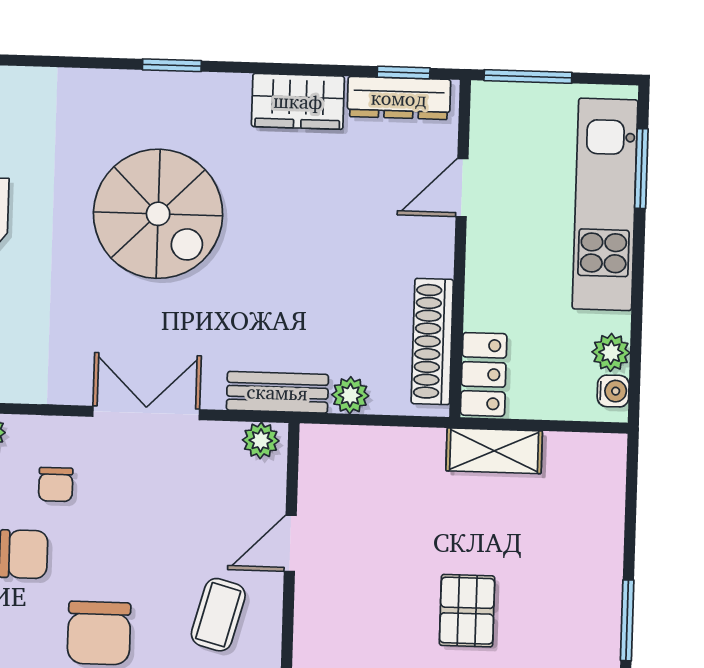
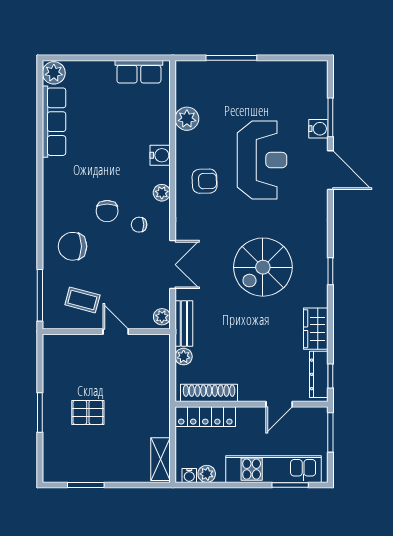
door: (462, 188) -> (279, 404), swing flipped
locker: (484, 374) -> (205, 417), width x1.53
shelving: (494, 451) -> (160, 459), moved

